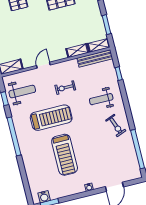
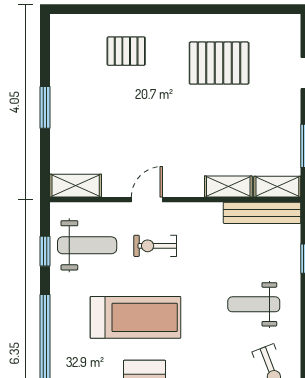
exercise bike: (65, 88) -> (155, 246), moved

